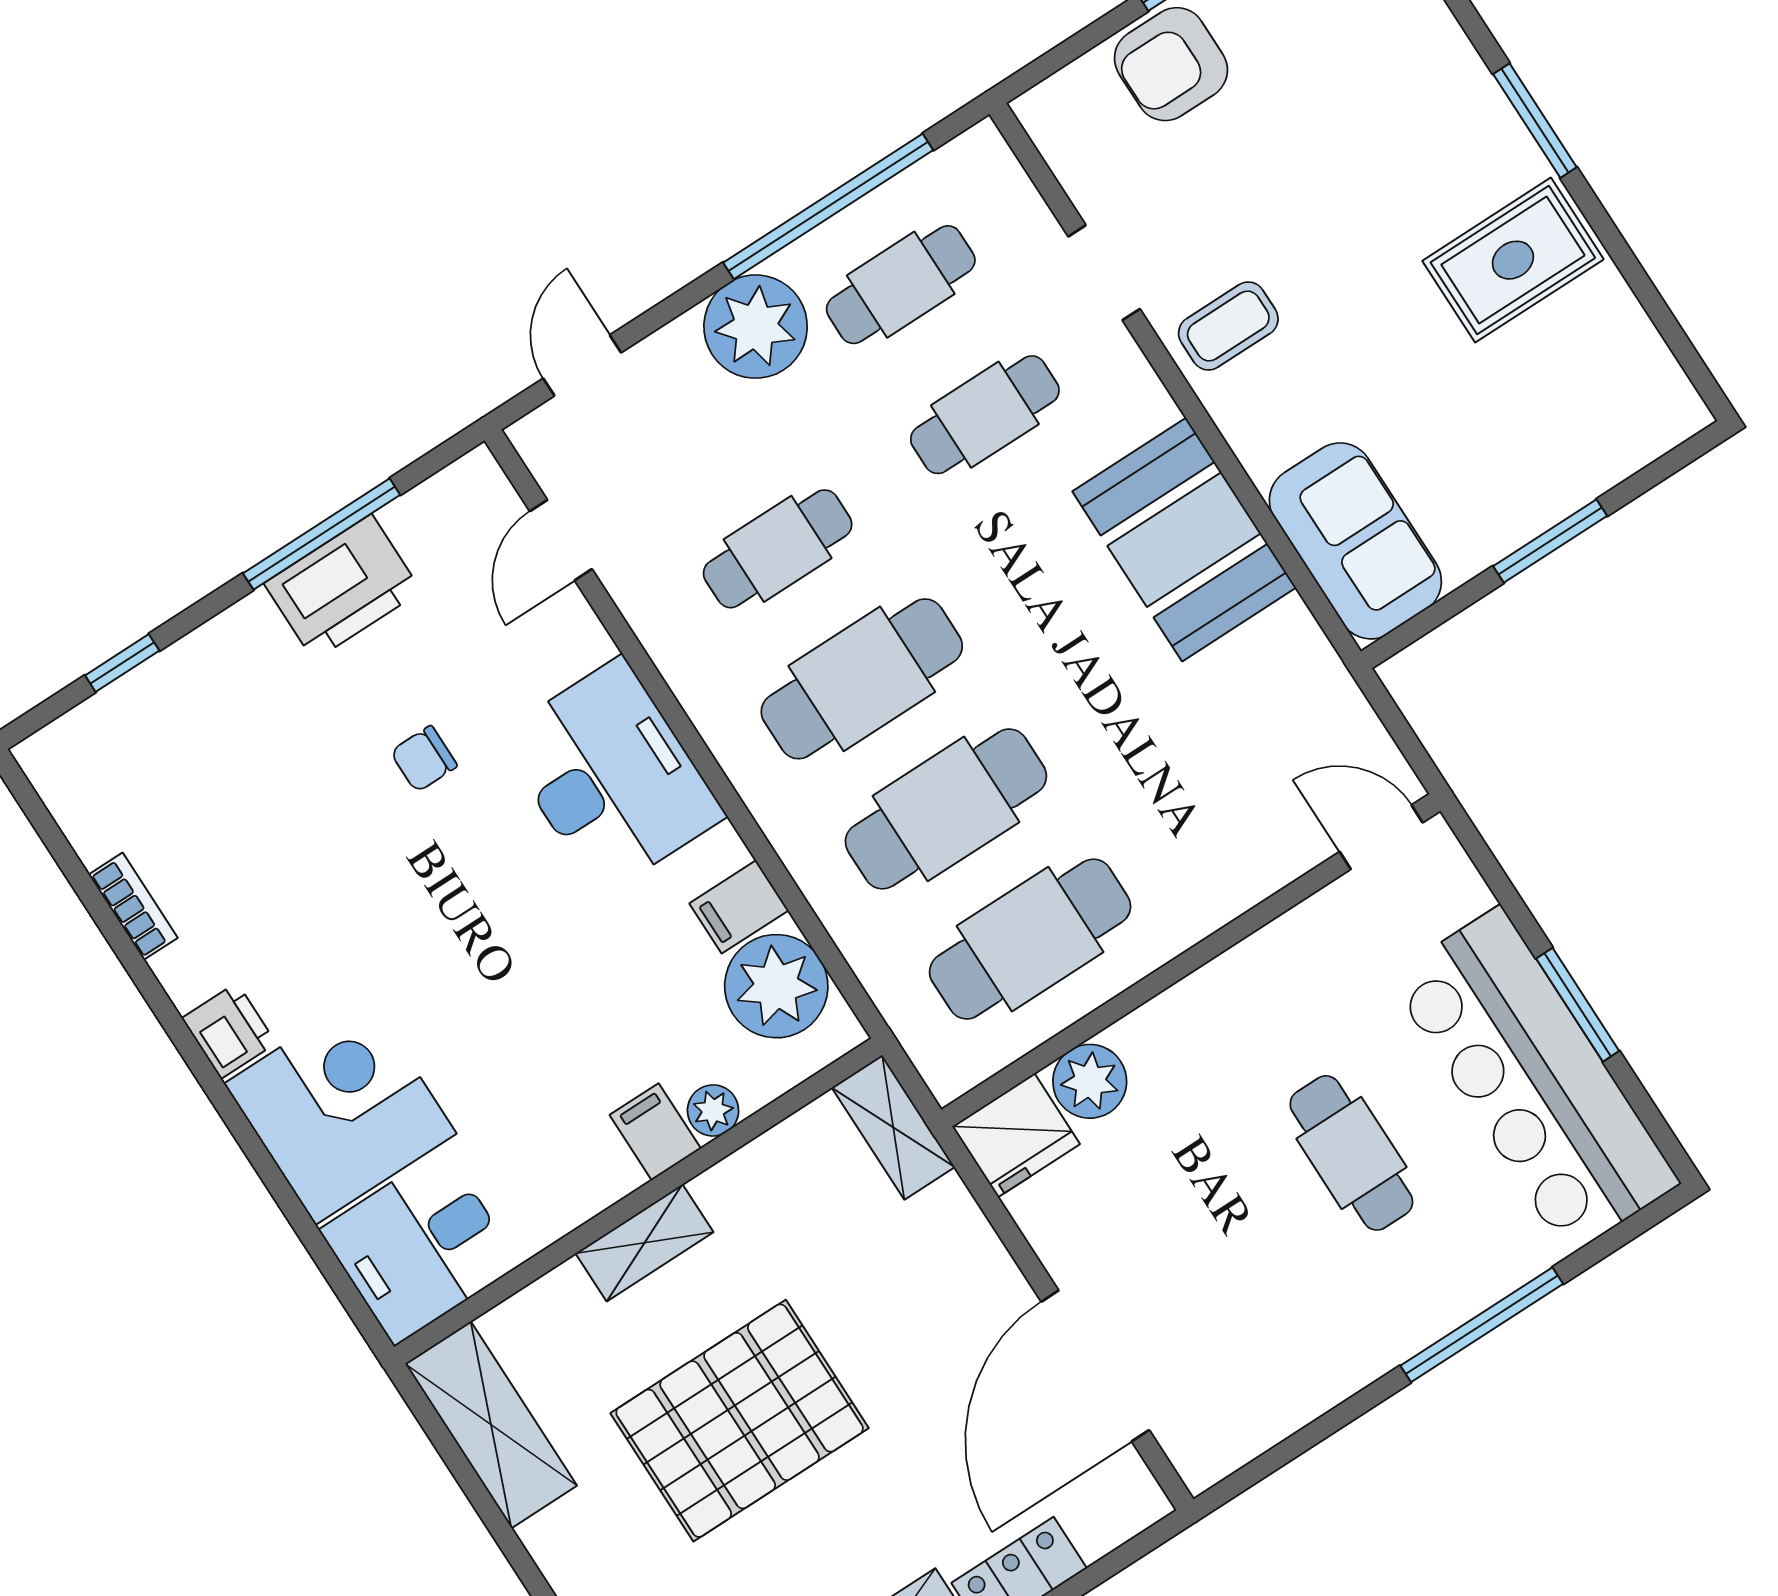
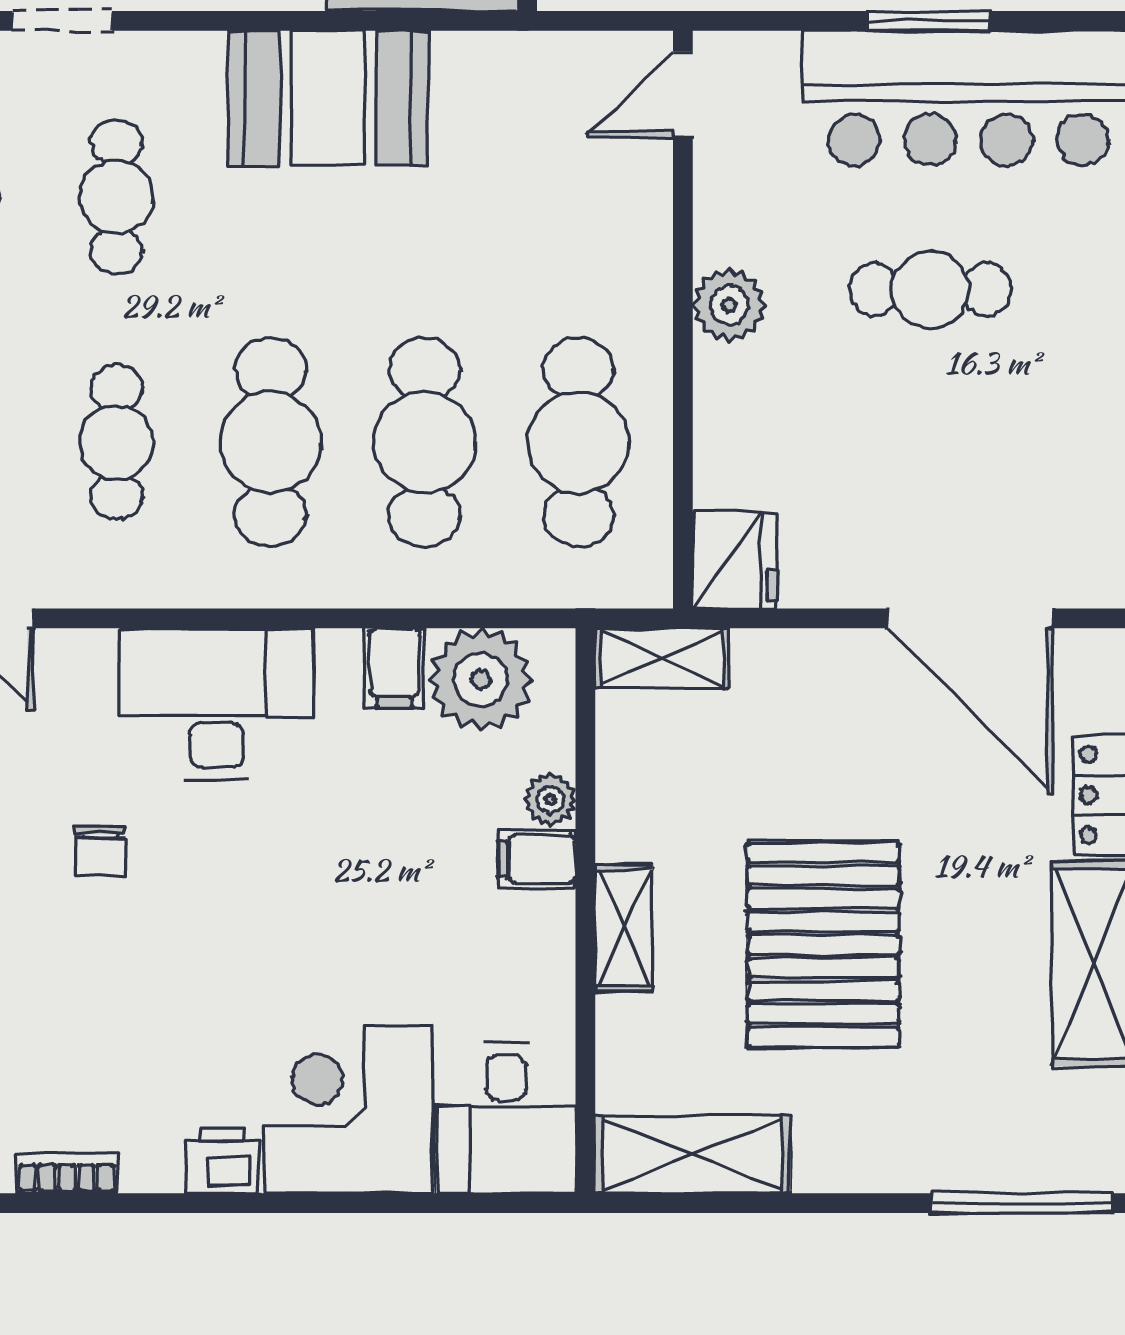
plant: (1090, 1081) -> (729, 305), moved

